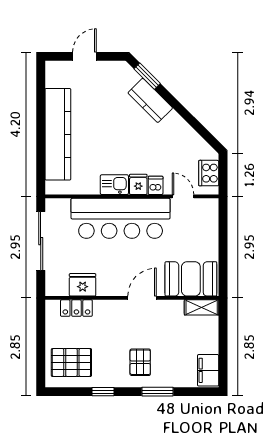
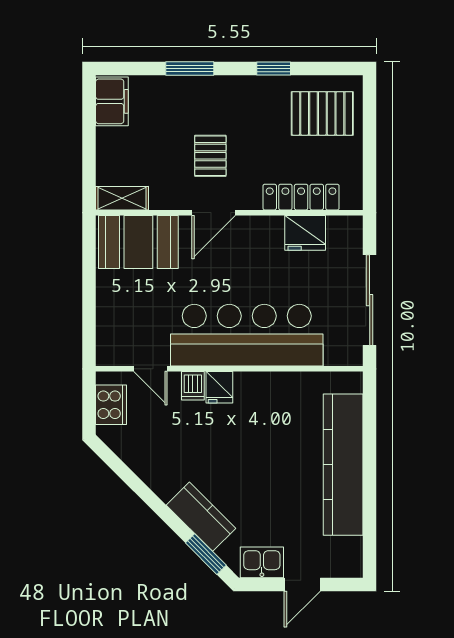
kitchen sink: (114, 185) -> (262, 562), moved, turned 180
locker: (76, 308) -> (301, 197), width x1.53
pallet: (140, 362) -> (210, 156), moved

